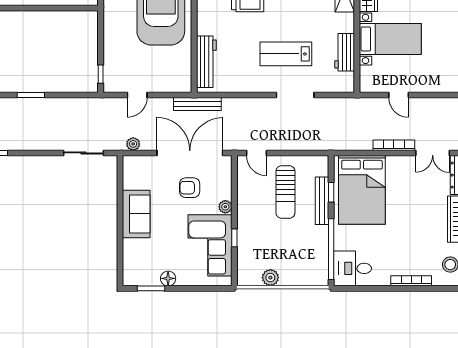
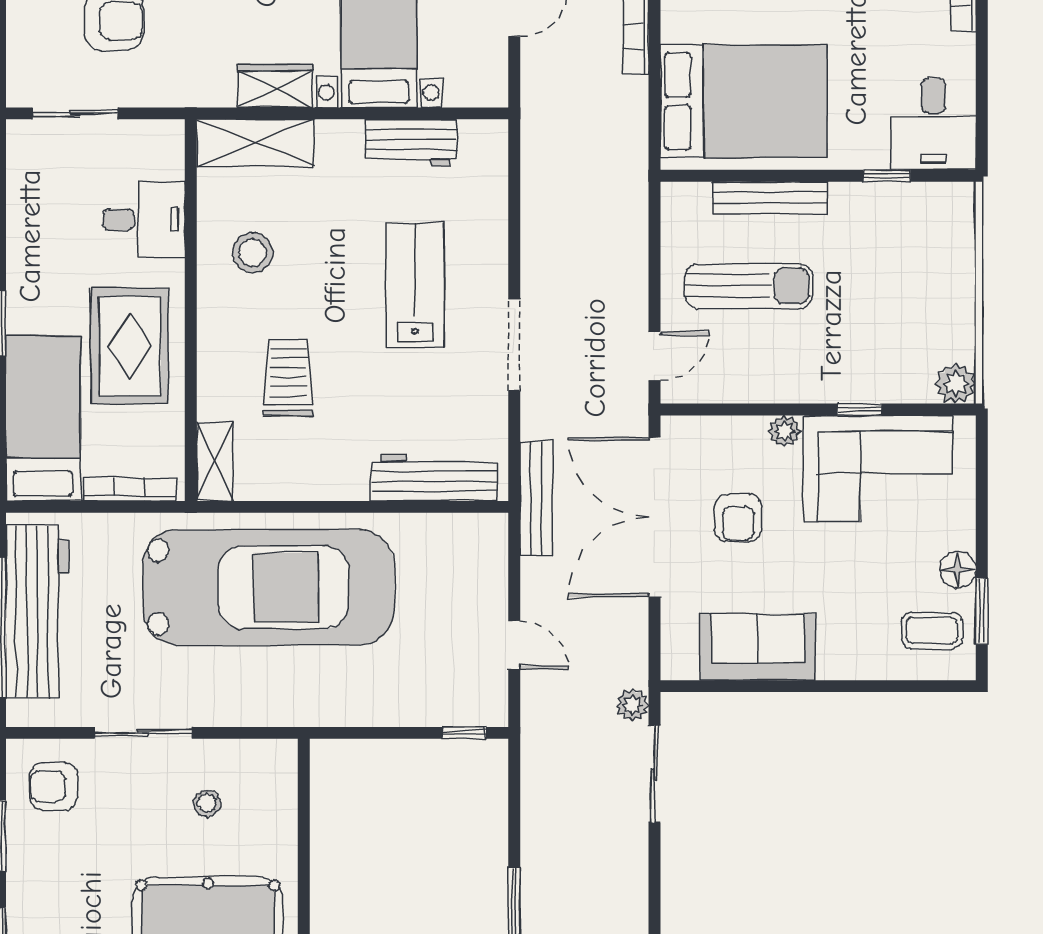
lab bench: (286, 54) -> (415, 285), turned 180
doorway: (295, 95) -> (514, 345), moved
plant: (133, 144) -> (633, 705), moved
window: (331, 192) -> (749, 176), removed
sofa: (136, 214) -> (758, 647), moved
window: (331, 249) -> (887, 176), width x0.32
coffee table: (143, 268) -> (932, 630), added
plant: (270, 278) -> (956, 383), moved

